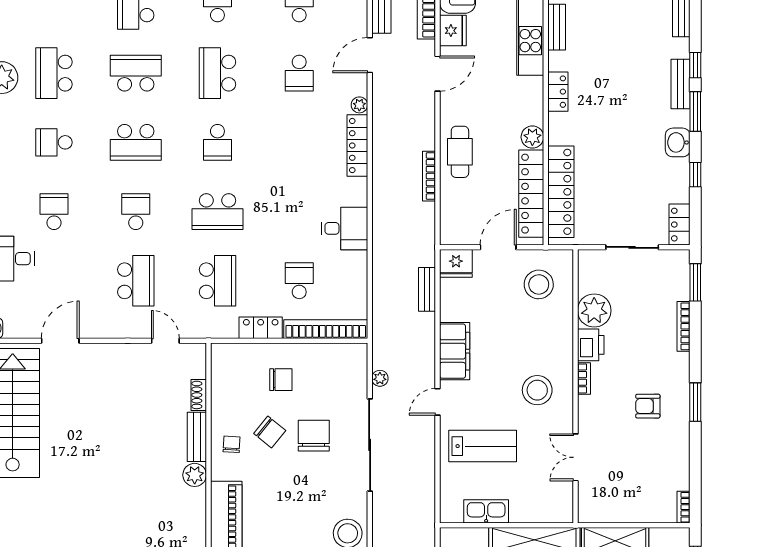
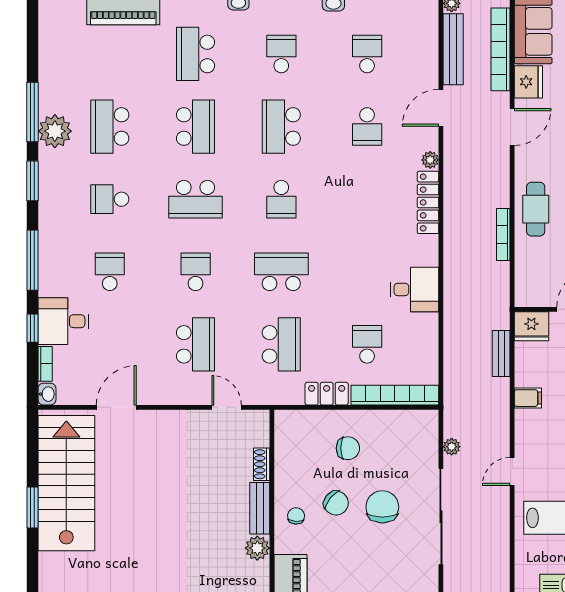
school desk: (136, 73) -> (196, 127), turned 90
school desk: (217, 212) -> (281, 272), turned 180
filing cabinet: (455, 351) -> (528, 398), width x0.33, depth x0.86

